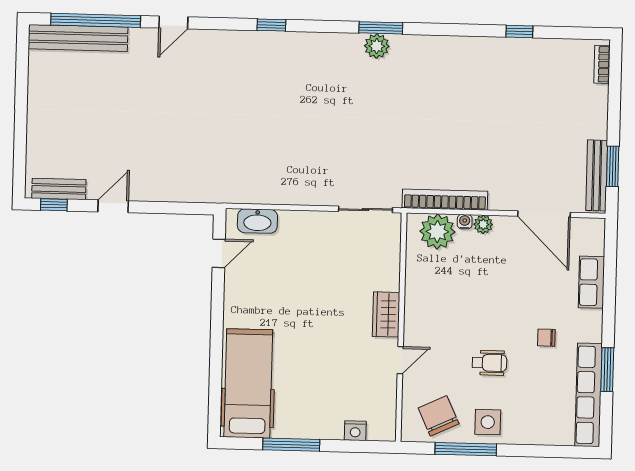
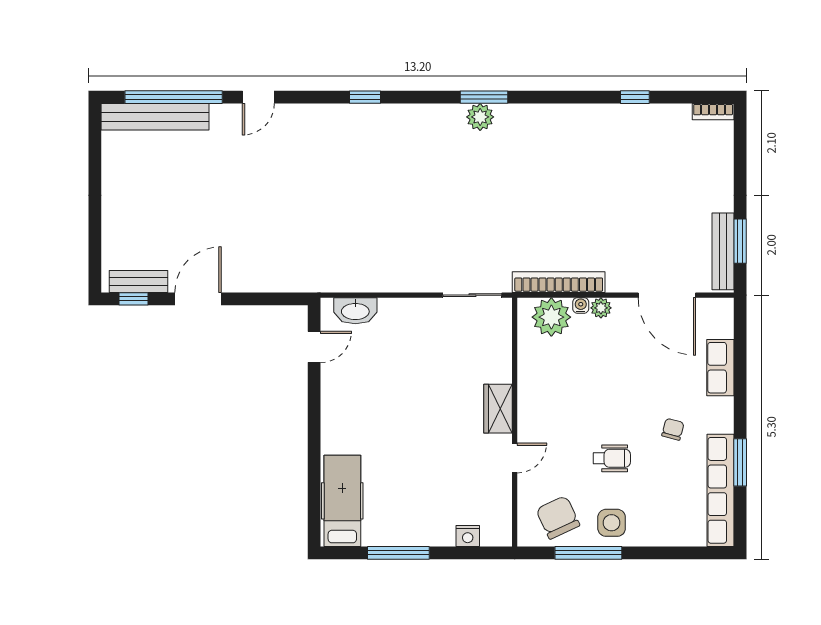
bookcase: (602, 64) -> (713, 112), moved, turned -90
door: (113, 206) -> (198, 299), width x1.38
chair: (546, 338) -> (673, 429), turned 105
hospital bed: (248, 383) -> (342, 501), width x0.73, depth x0.78

